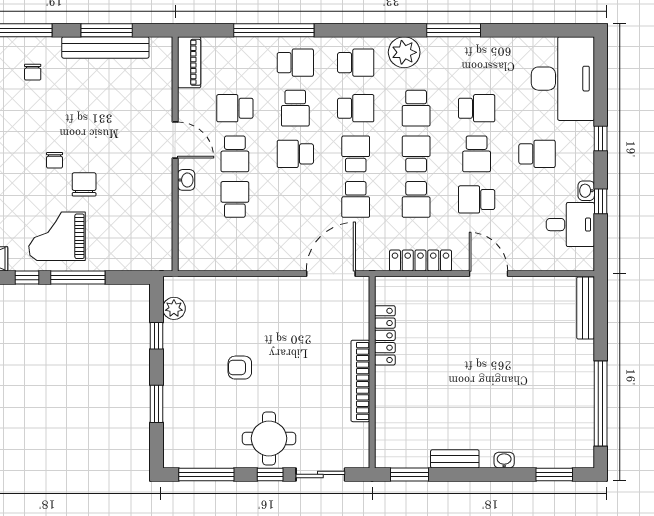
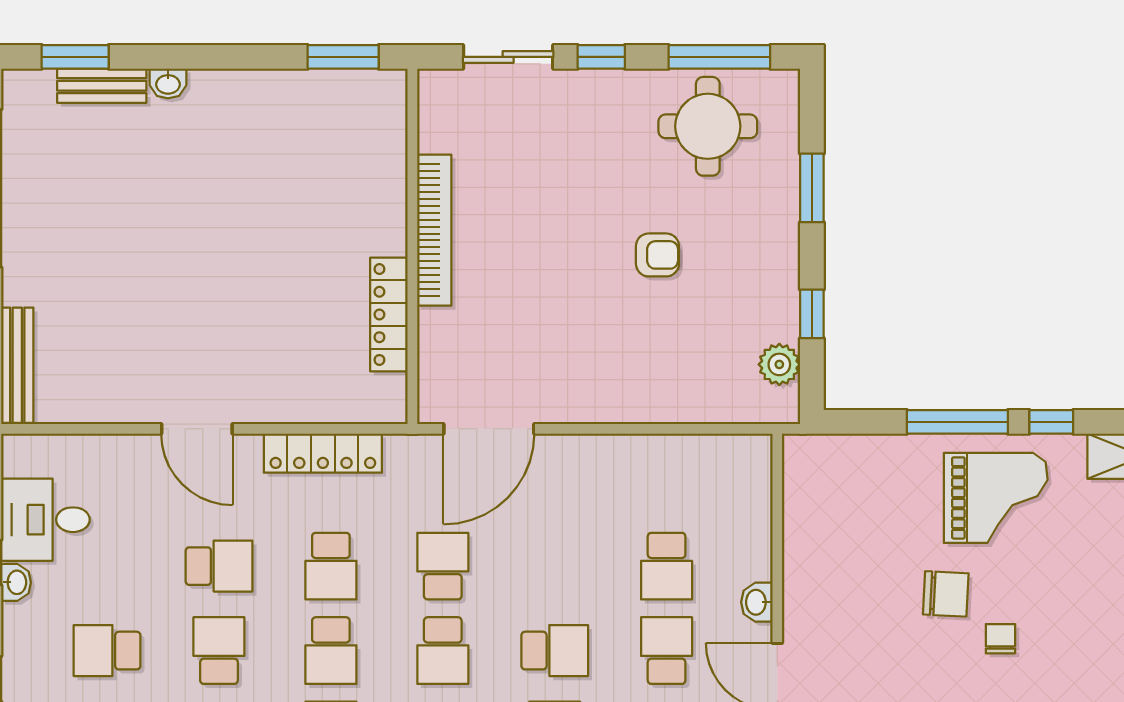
chair: (84, 184) -> (946, 594), turned -87
school desk: (416, 199) -> (331, 566), turned 180
round table: (269, 438) -> (708, 126), moved
bench: (455, 459) -> (102, 86), moved

